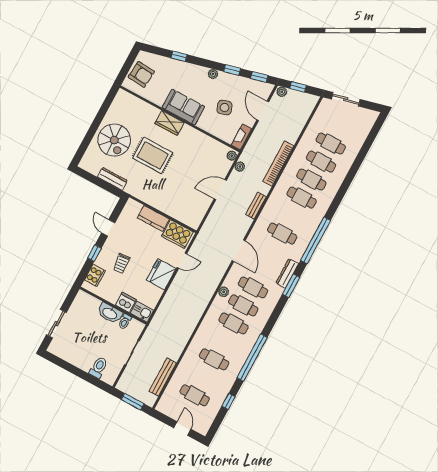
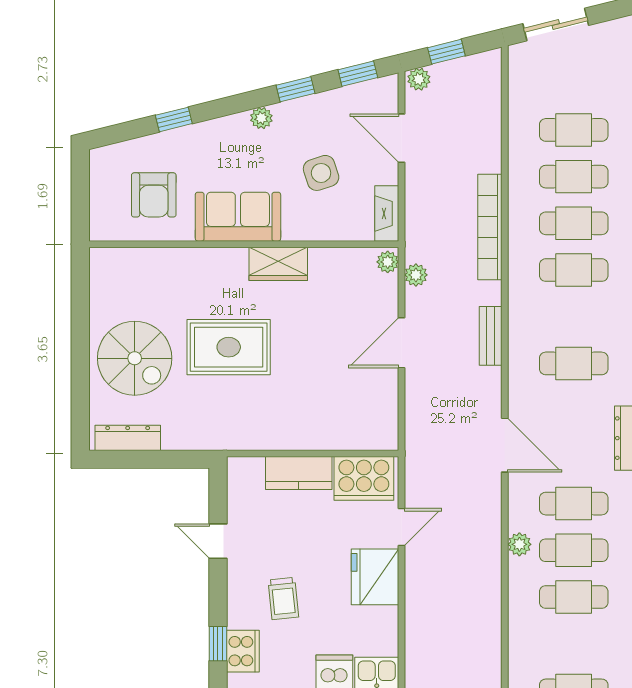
armchair: (141, 74) -> (154, 195), moved, turned 85
wardrobe: (170, 123) -> (278, 264), moved
dresser: (112, 179) -> (128, 438), moved
window: (95, 253) -> (218, 644), moved

